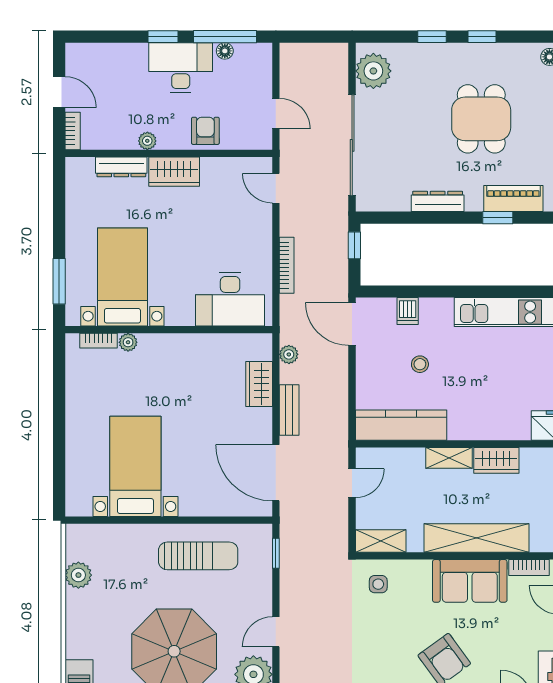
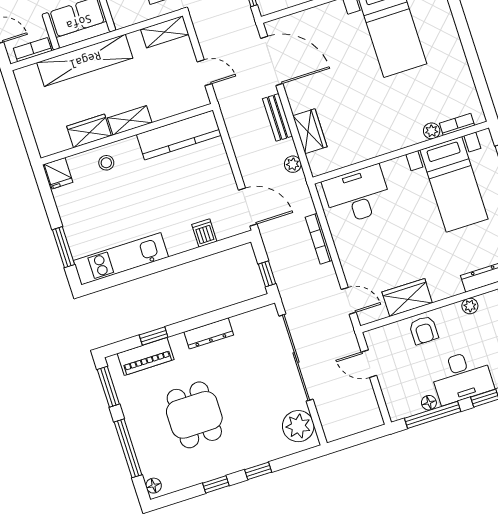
wardrobe: (174, 172) -> (407, 297), moved
stool: (420, 364) -> (106, 163), moved
door: (352, 483) -> (205, 73), swing flipped

